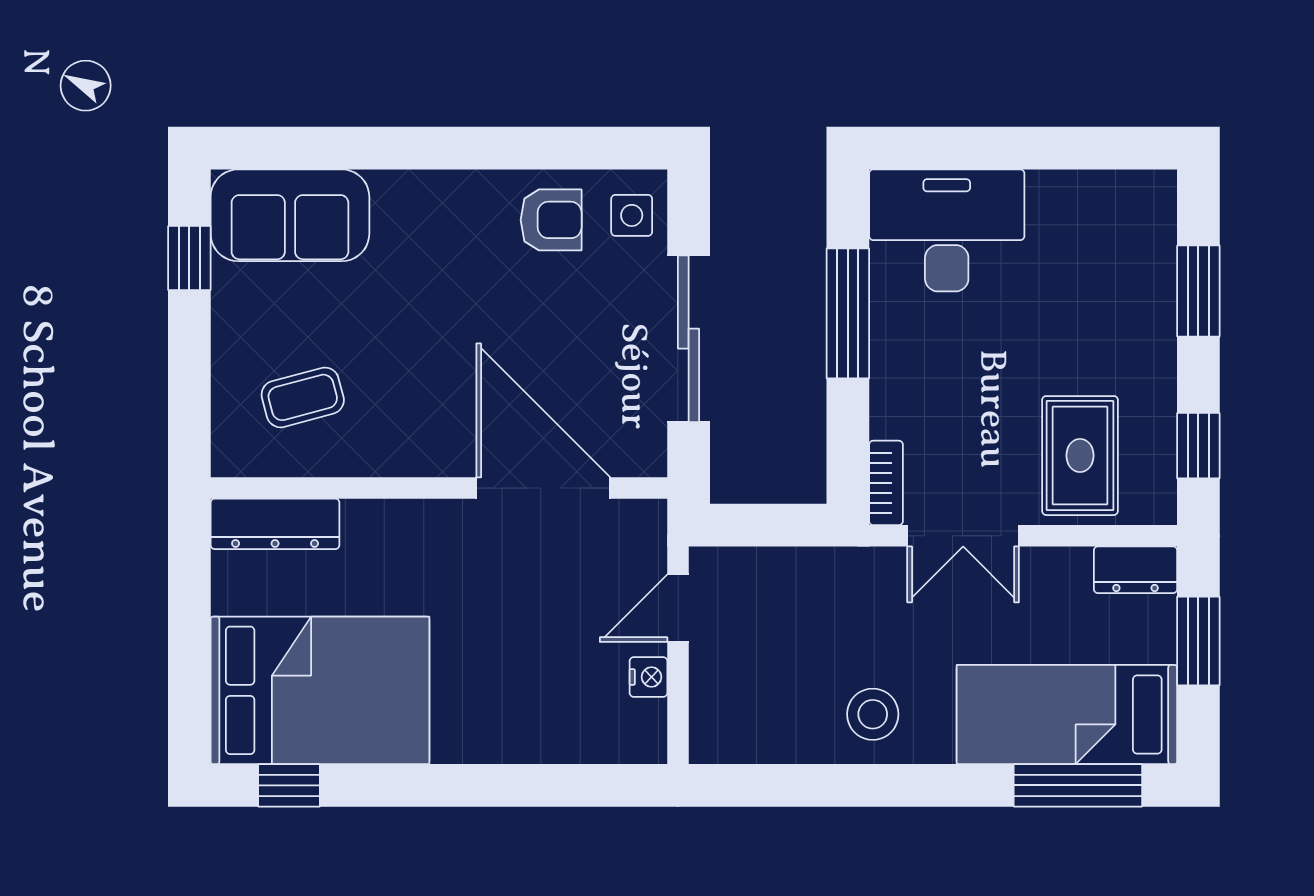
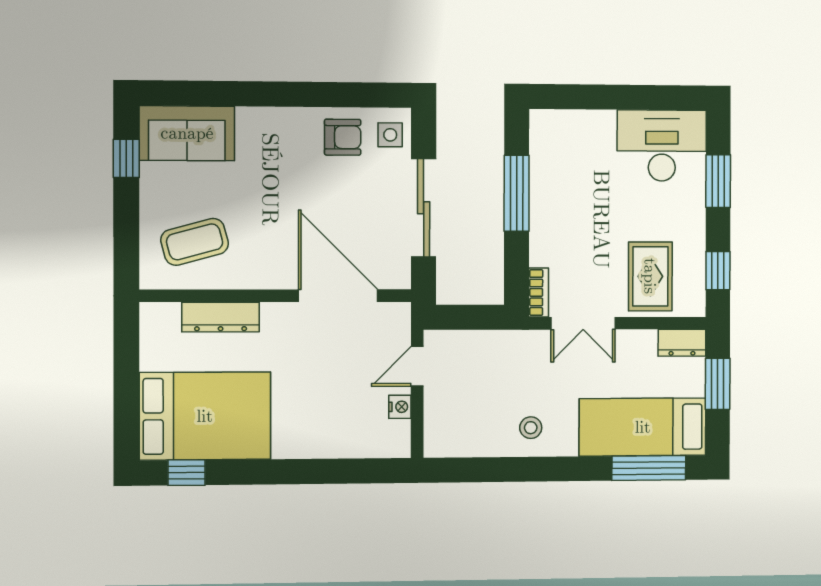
desk: (947, 230) -> (662, 146), moved
coffee table: (303, 397) -> (195, 242), width x1.36, depth x1.30
dresser: (275, 524) -> (221, 317), moved
stool: (873, 714) -> (531, 428), width x0.73, depth x0.73

